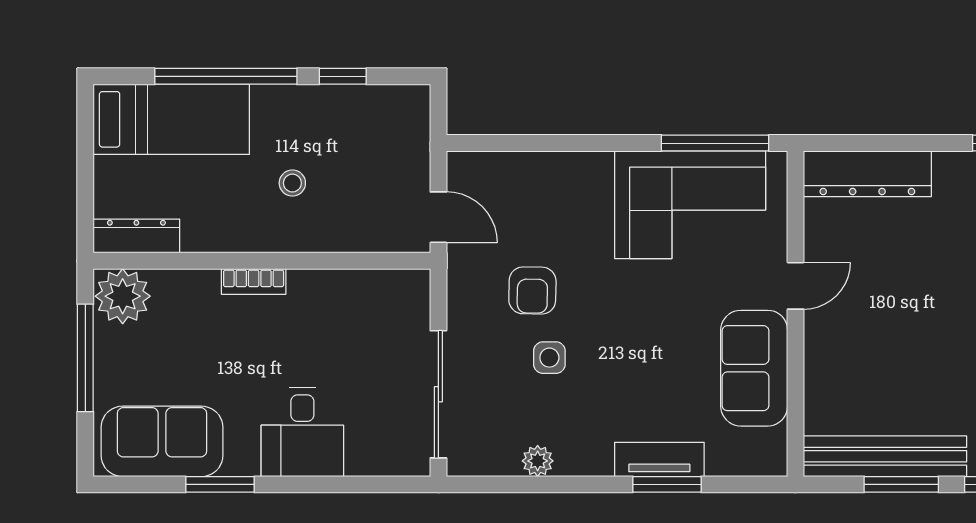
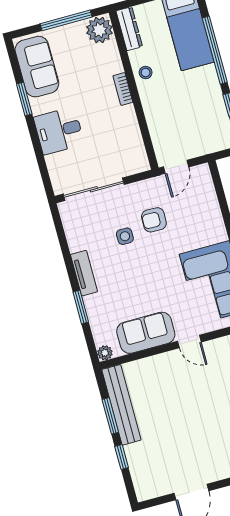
stool: (292, 183) -> (146, 73), moved
tv unit: (659, 459) -> (84, 273), moved
plant: (538, 461) -> (105, 353), moved

